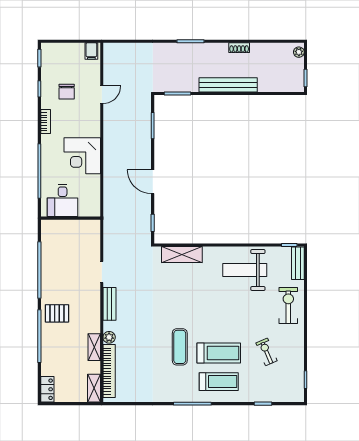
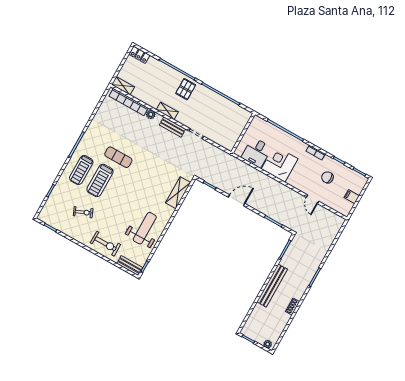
filing cabinet: (91, 51) -> (352, 197), moved
desk: (63, 201) -> (257, 152), moved, turned -90
shelving: (94, 347) -> (167, 111), moved

